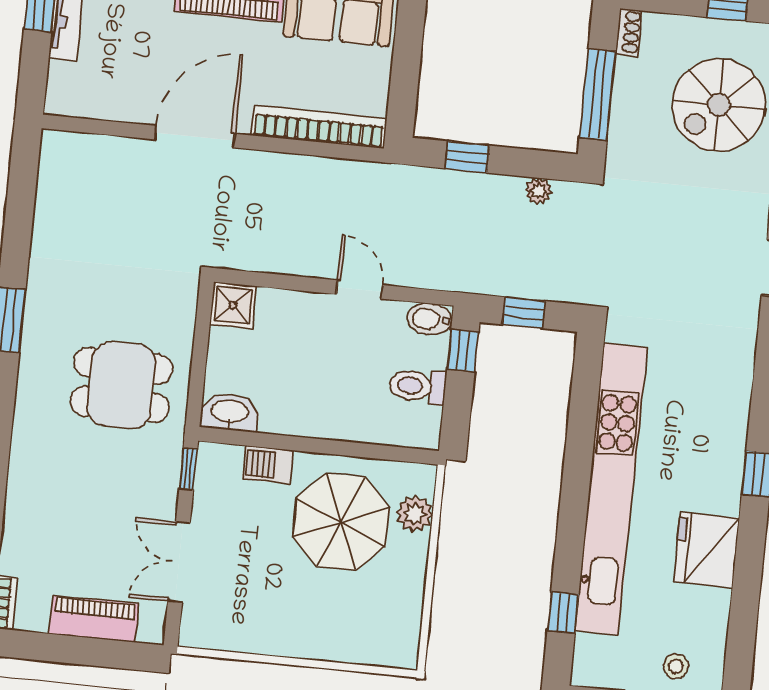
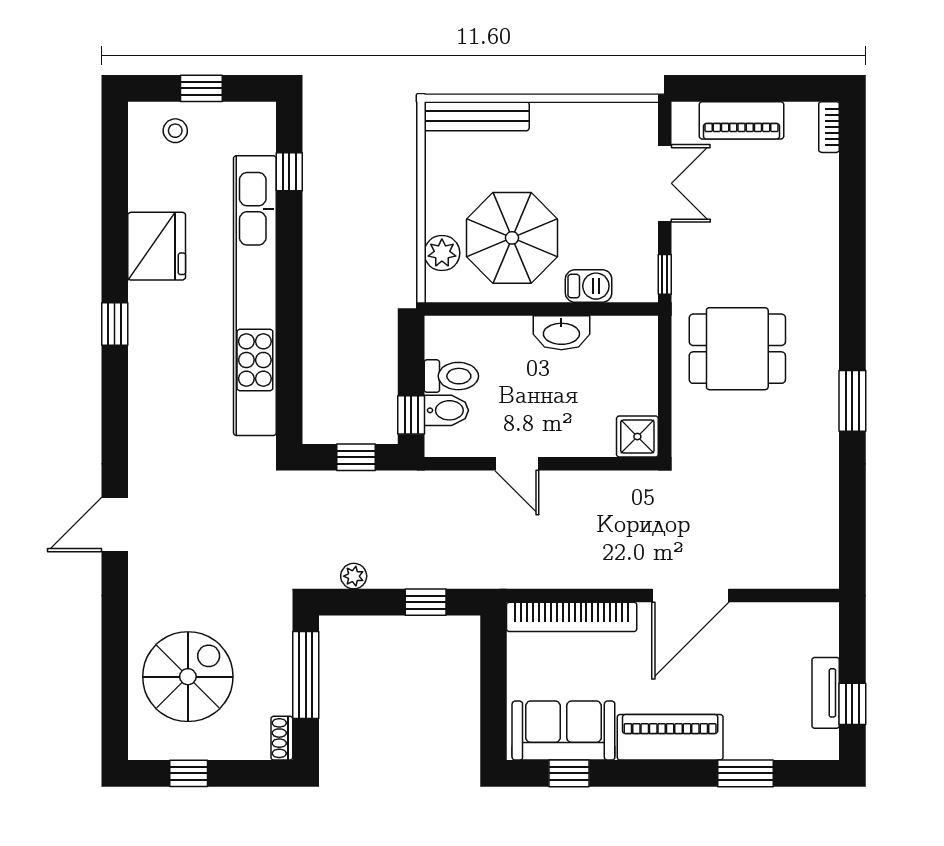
bidet: (430, 319) -> (446, 410), moved
washbasin: (230, 412) -> (561, 333), moved
bench: (365, 650) -> (477, 116), added

